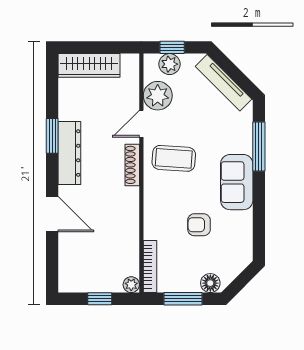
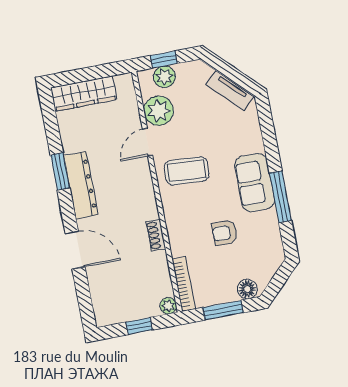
tv unit: (223, 83) -> (230, 90), width x0.71
window: (259, 146) -> (280, 197), moved
shoe rack: (132, 165) -> (156, 235), moved, width x0.70

